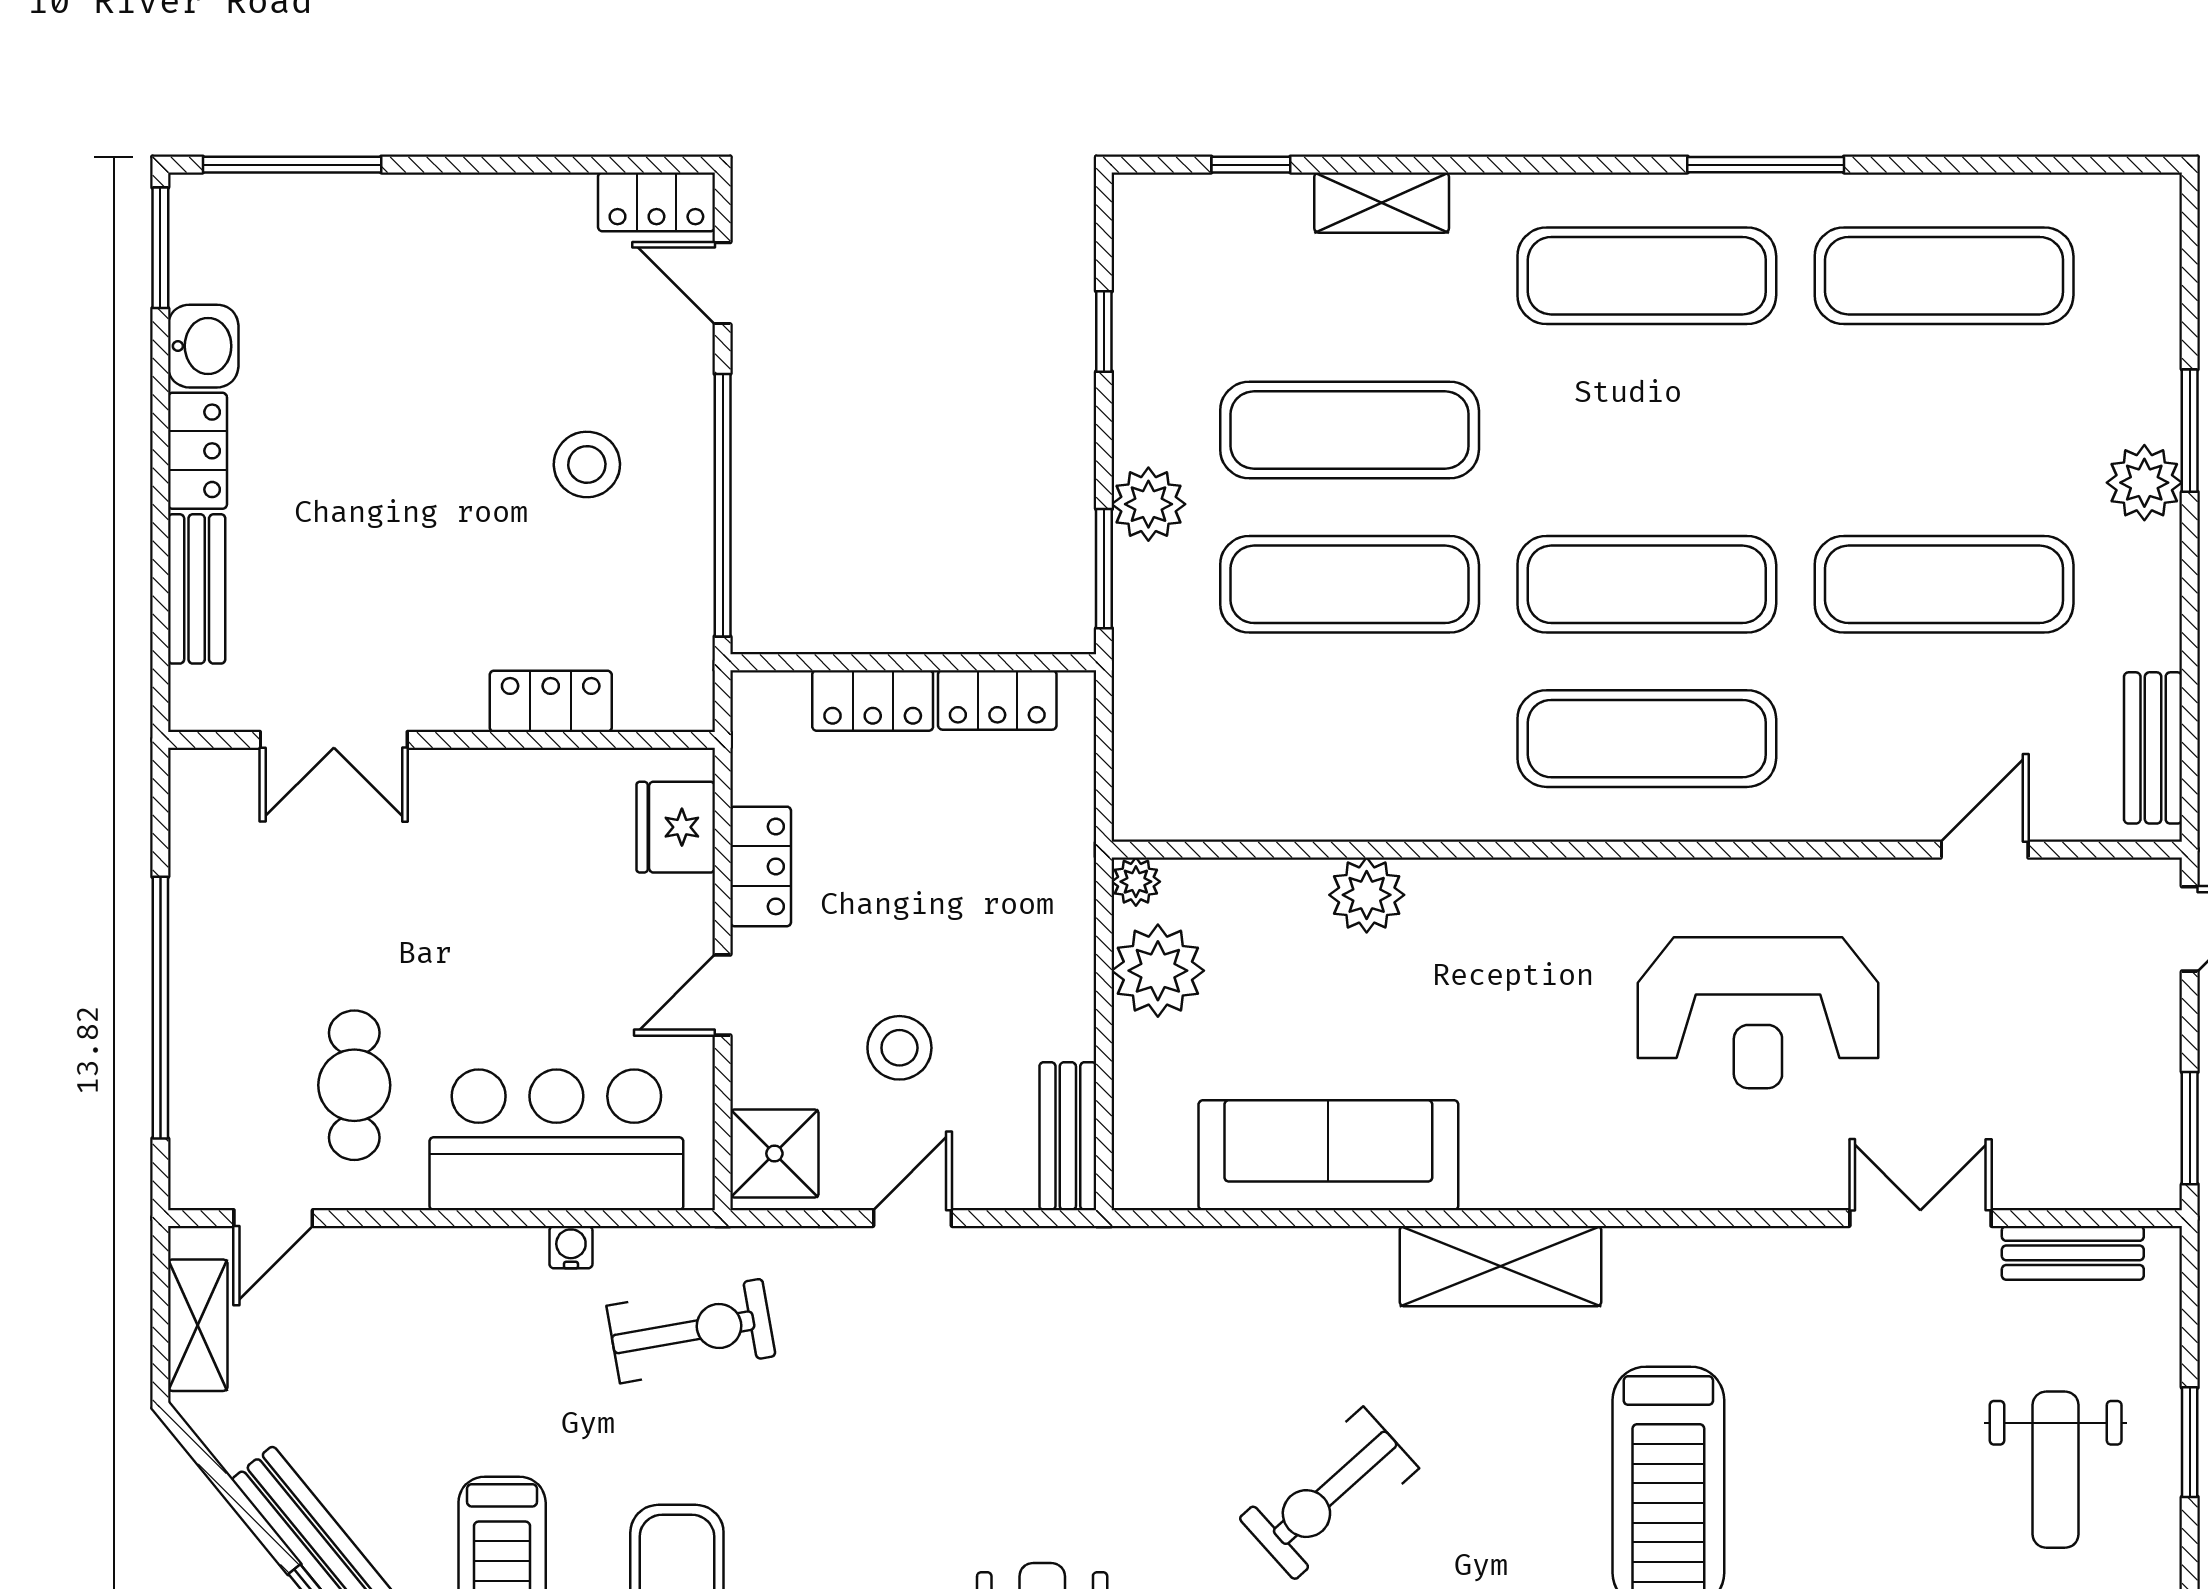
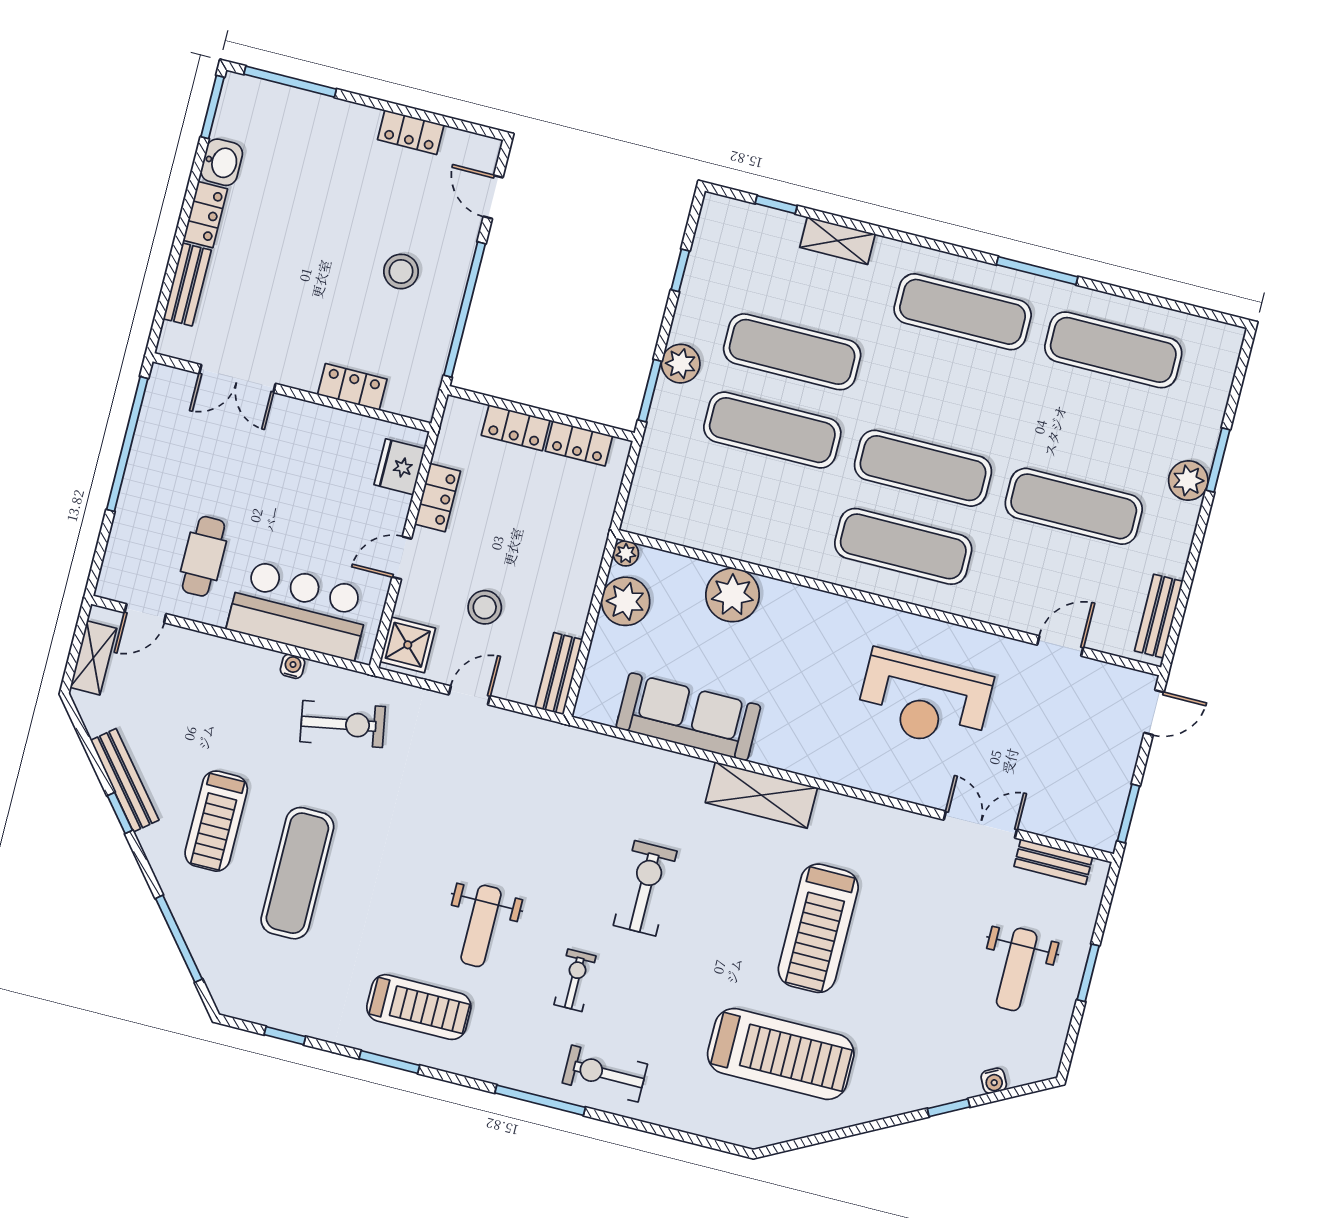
locker: (656, 202) -> (411, 132), moved
plant: (1367, 895) -> (732, 595), width x1.36, depth x1.36
window: (160, 1008) -> (127, 444), moved
exercise bike: (1329, 1493) -> (645, 888), turned 132

